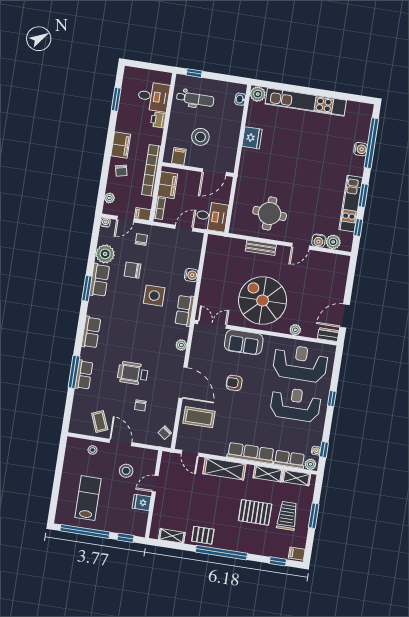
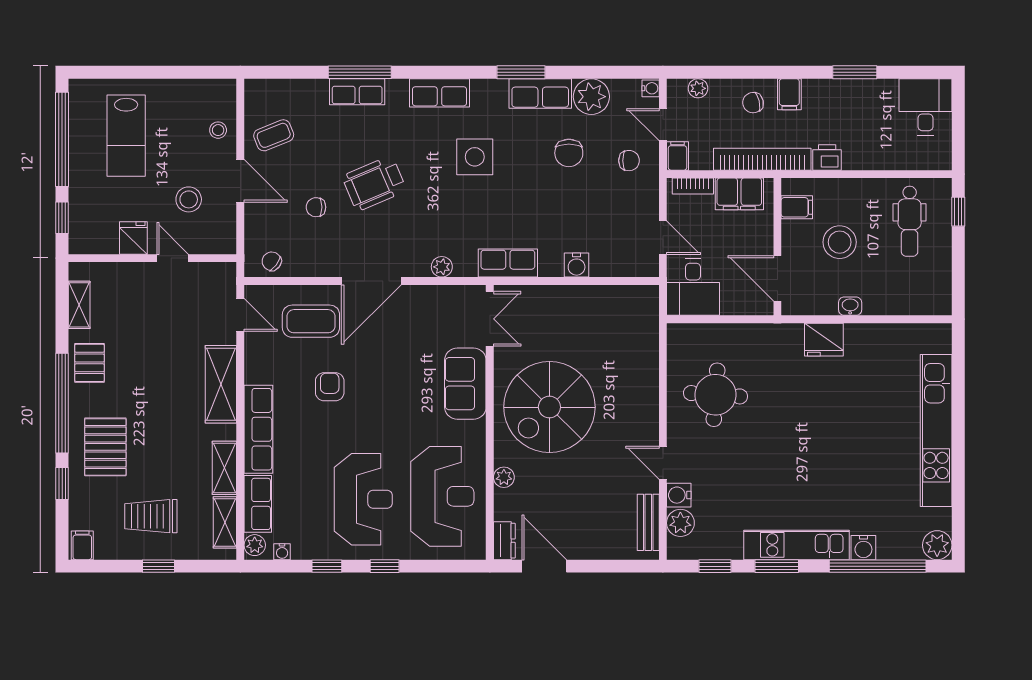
plant: (258, 94) -> (937, 545), moved
desk: (154, 97) -> (926, 107), moved, turned 180
window: (116, 99) -> (855, 72), moved
washbasin: (240, 99) -> (850, 306), moved
printer: (158, 120) -> (827, 157), moved
fridge: (252, 138) -> (824, 340), moved
filing cabinet: (121, 145) -> (789, 94), width x0.50
kitchen unit: (351, 204) -> (797, 545), moved
bench: (261, 248) -> (648, 522), moved
chair: (133, 270) -> (569, 153), turned 180
side table: (154, 296) -> (475, 157), moved
spiral stairs: (263, 301) -> (549, 407), turned 180
wheelchair: (133, 373) -> (374, 183), turned -113
armchair: (234, 383) -> (330, 387), moved
coffee table: (199, 417) -> (311, 321), turned 90
door: (121, 443) -> (240, 181), hinge flipped
window: (324, 450) -> (327, 566), moved
door: (190, 453) -> (240, 315), swing flipped
lab bench: (88, 498) -> (126, 136), turned 90
pallet: (255, 512) -> (105, 447), moved
trolley: (287, 516) -> (151, 516), turned 180
window: (314, 516) -> (158, 566), width x0.67
window: (278, 561) -> (62, 484), moved

